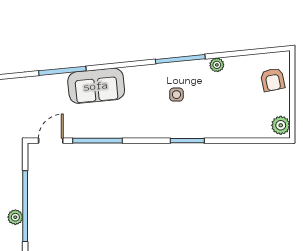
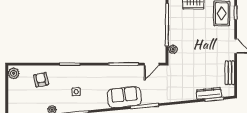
armchair: (273, 80) -> (41, 80), moved
plant: (15, 217) -> (173, 49), moved

